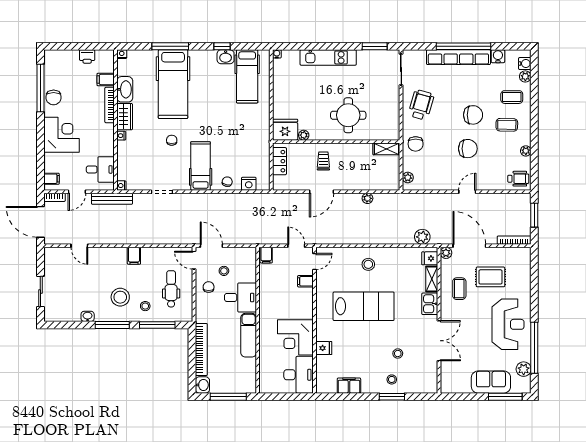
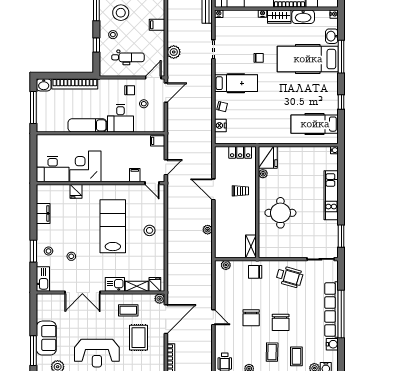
washbasin: (226, 57) -> (332, 36), moved
plant: (422, 237) -> (174, 52), moved
lab bench: (364, 306) -> (113, 226), turned 180
window: (157, 325) -> (96, 45), width x0.46
kitchen sink: (424, 386) -> (43, 279), added

